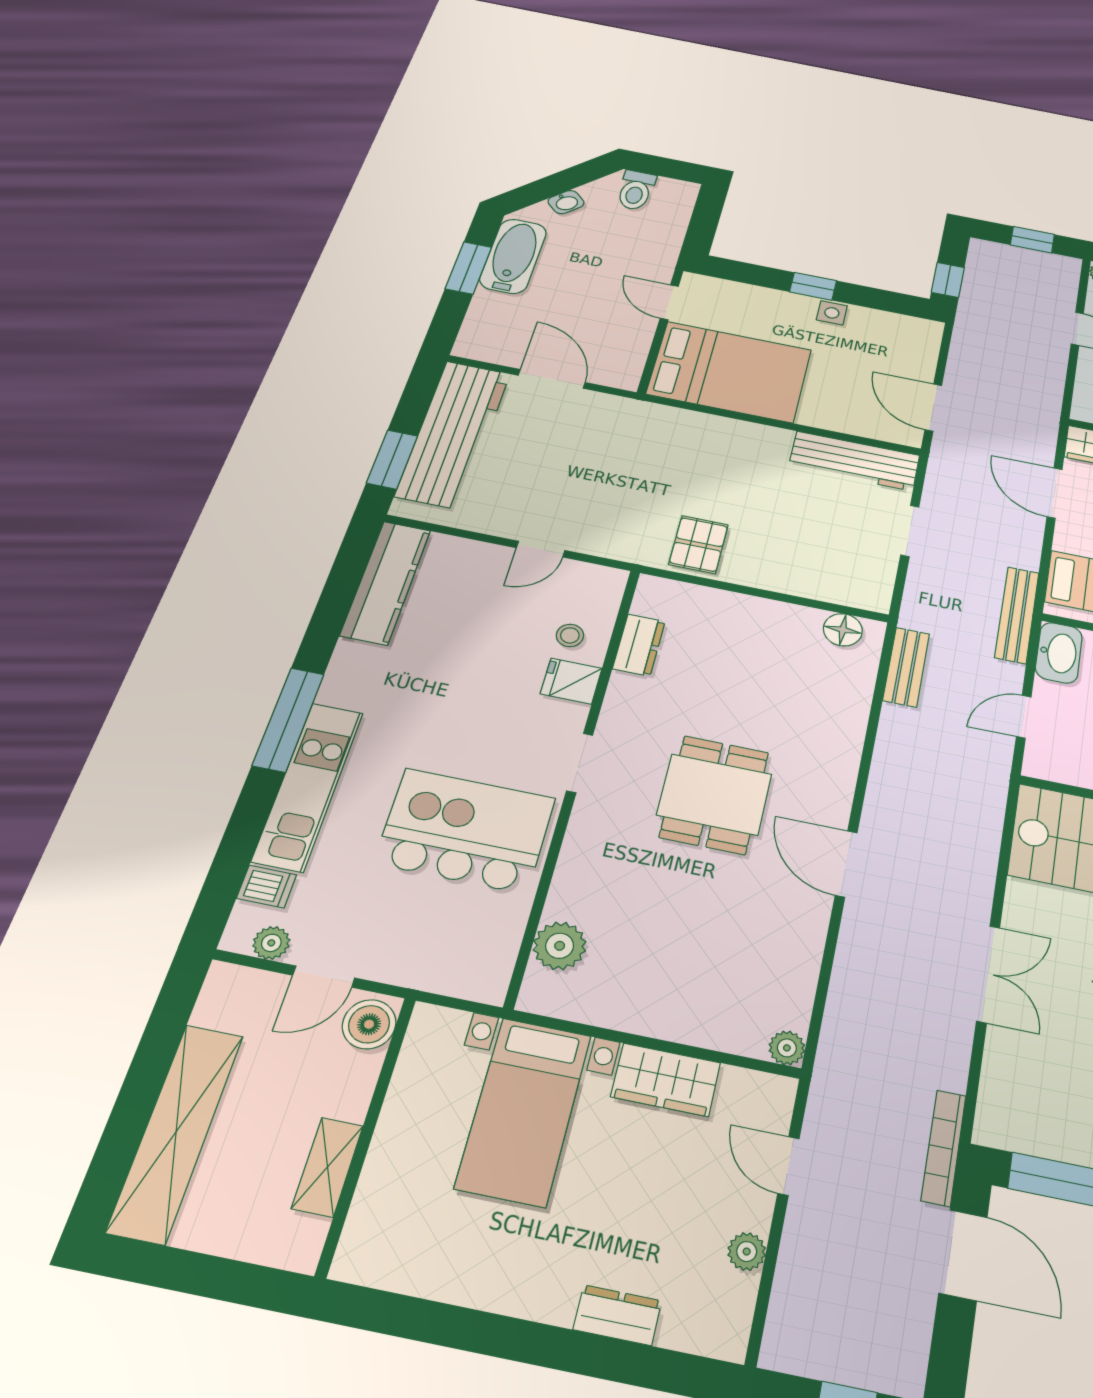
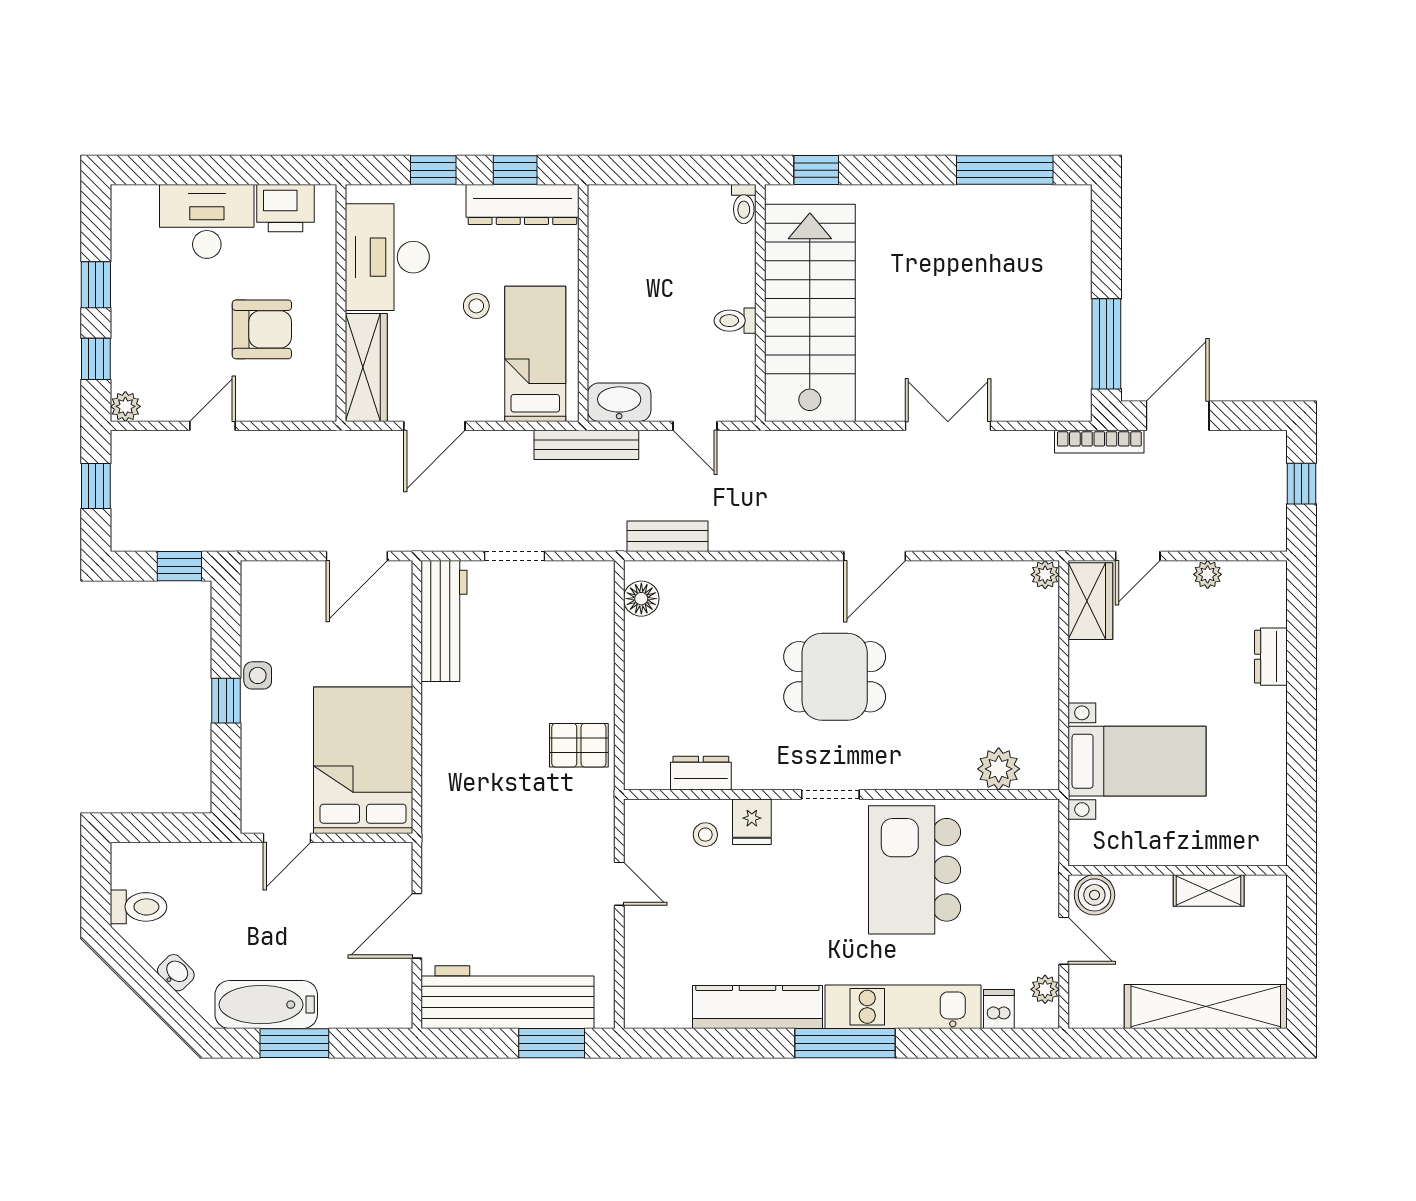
kitchen counter: (386, 582) -> (757, 1007), moved
wardrobe: (666, 1080) -> (1090, 601), moved

